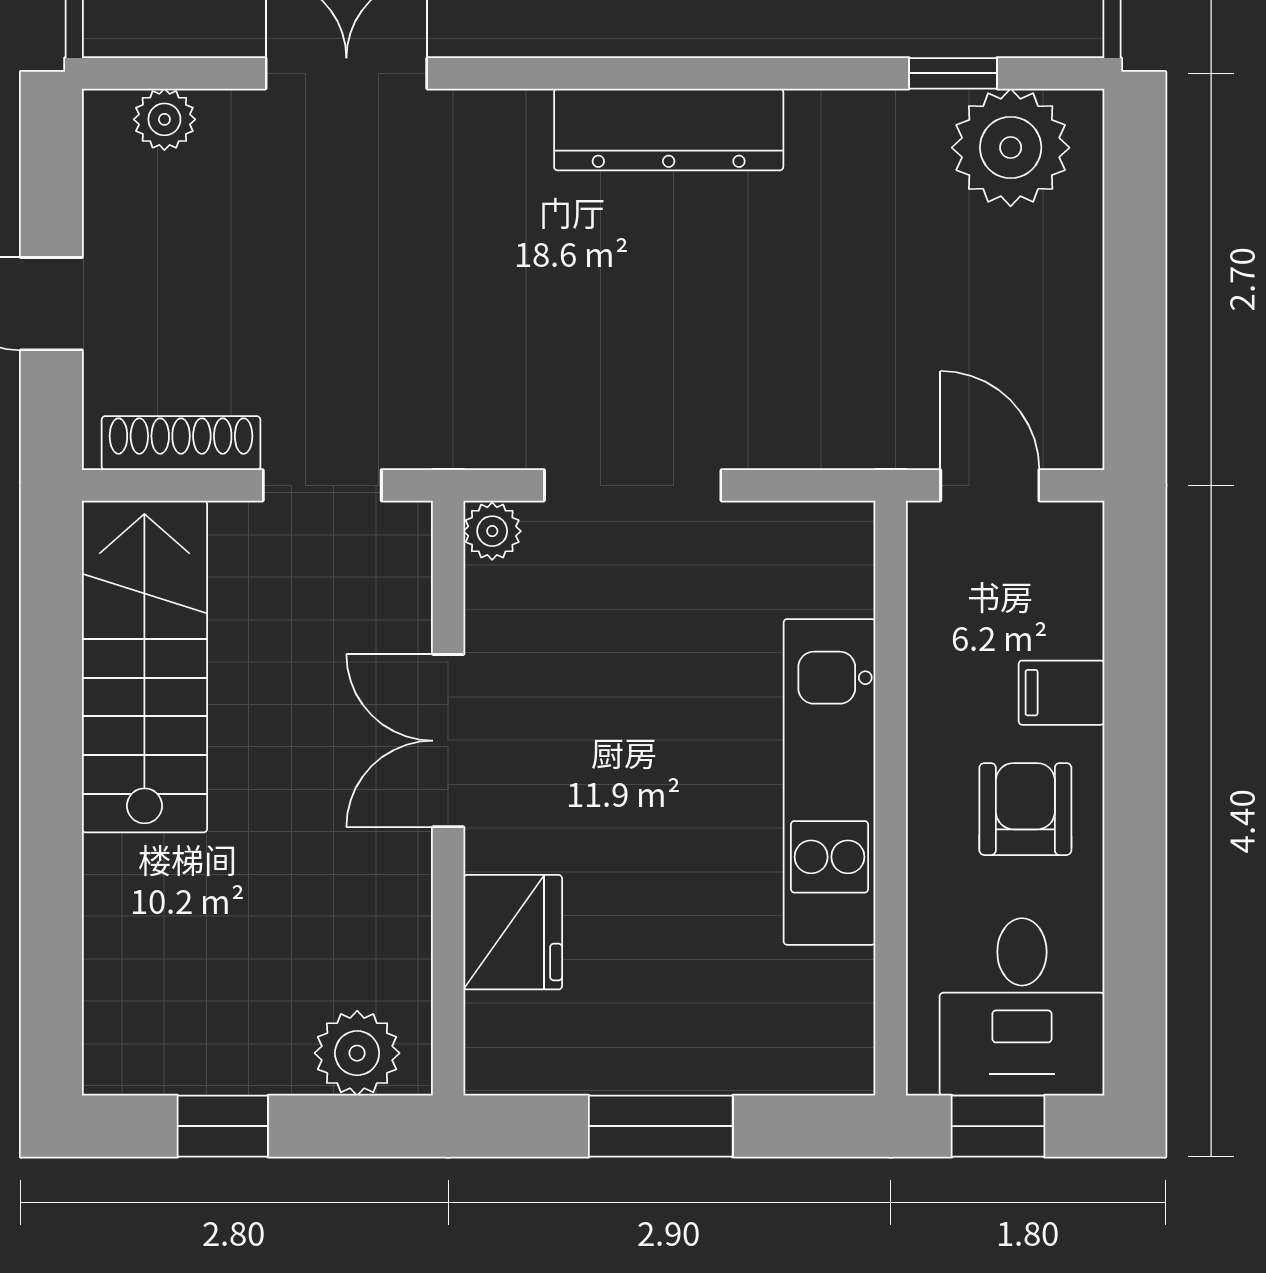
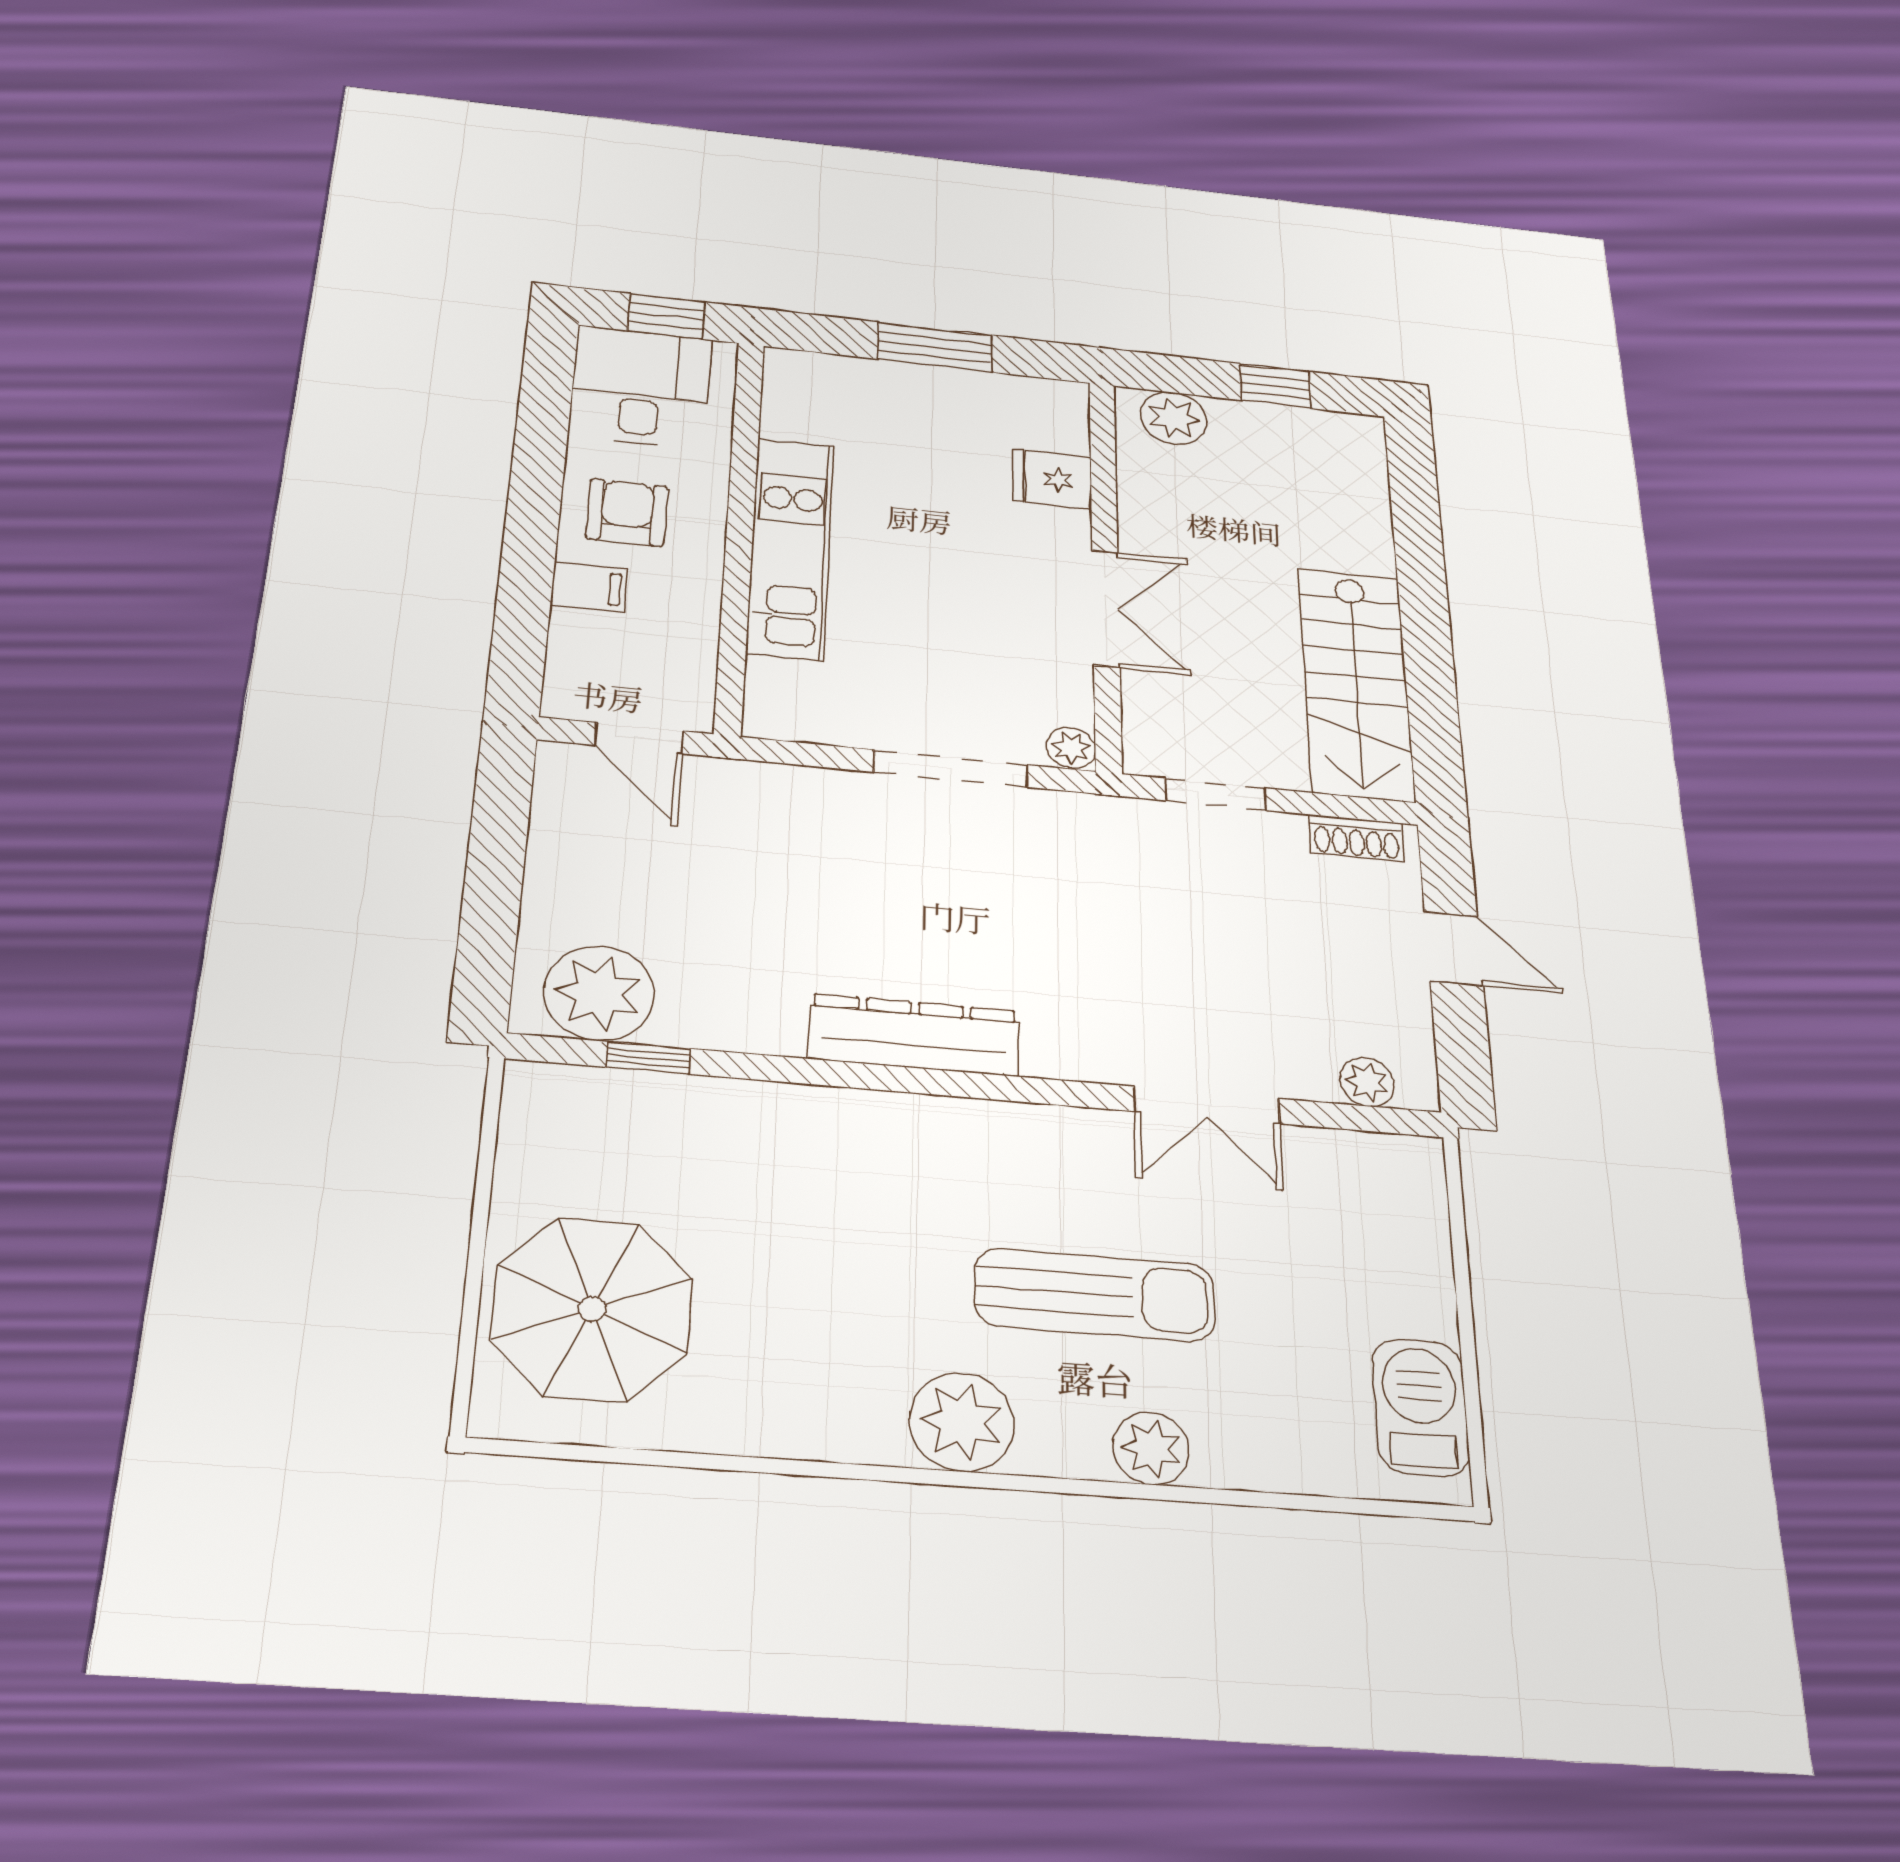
shoe rack: (181, 443) -> (1356, 838), width x0.70
armchair: (1025, 809) -> (627, 512), turned 180
fridge: (513, 932) -> (1052, 479), width x0.72

